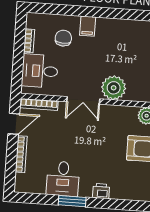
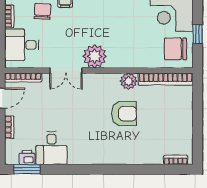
bookcase: (21, 154) -> (9, 127), width x0.64
printer: (101, 191) -> (27, 158), moved
window: (72, 201) -> (27, 169), moved

